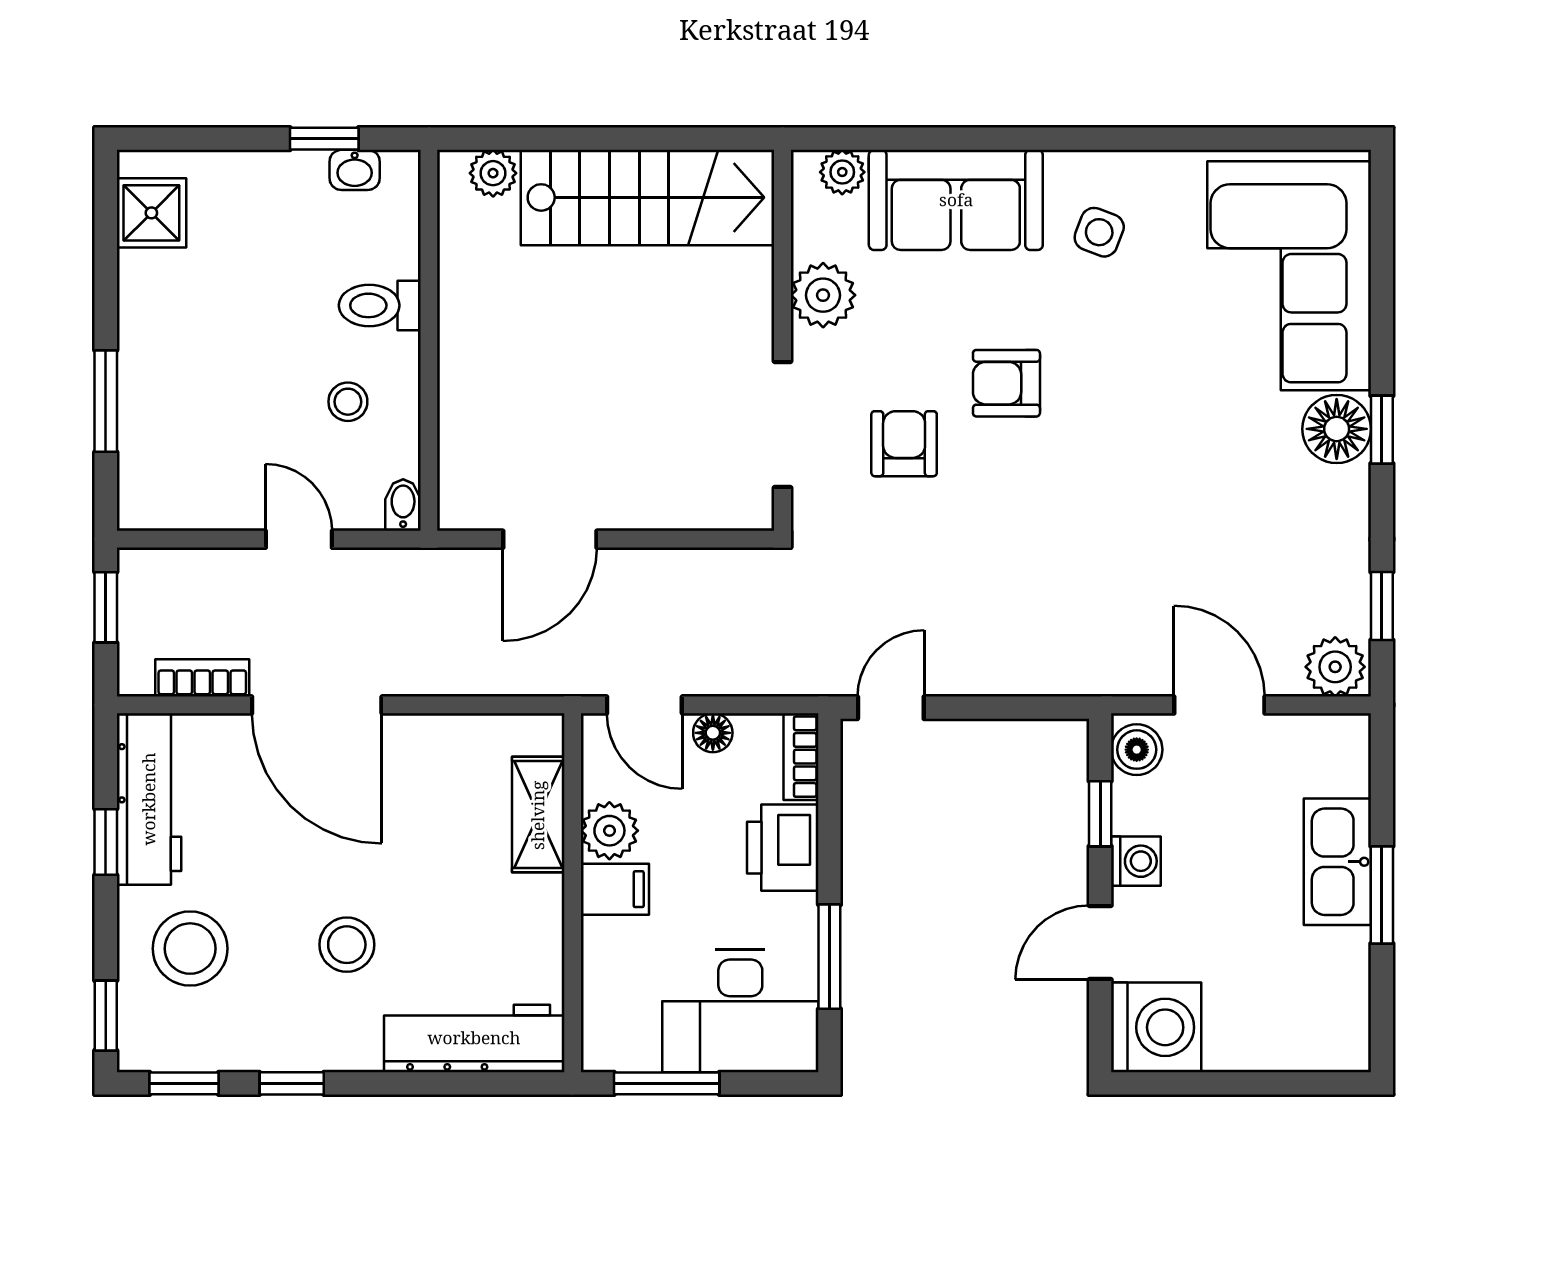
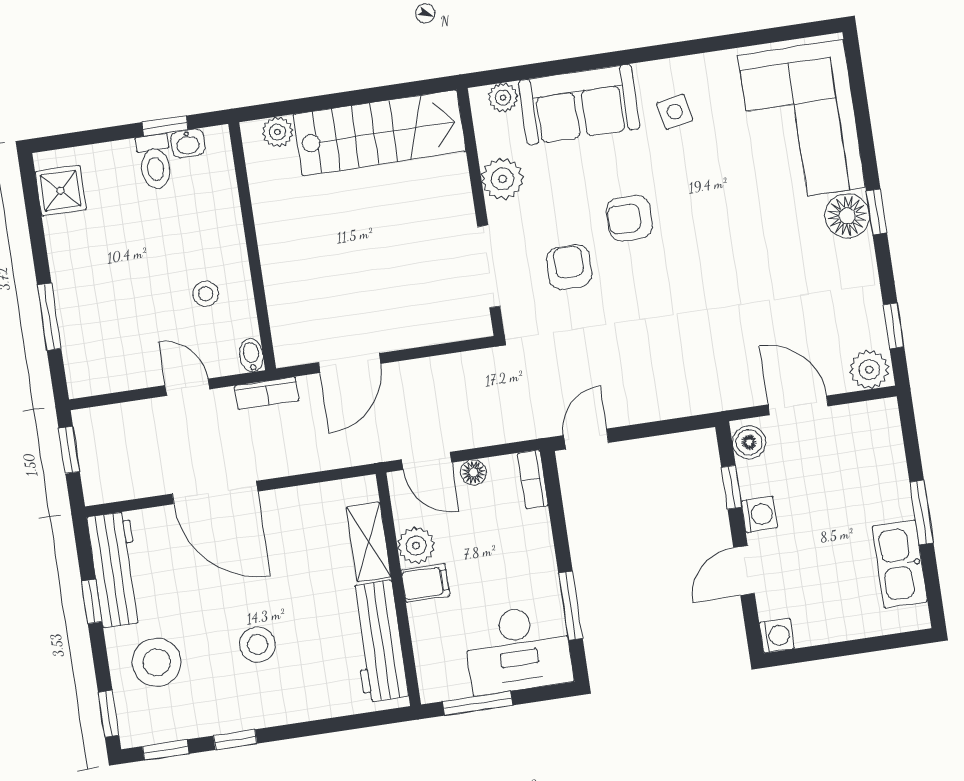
side table: (1099, 232) -> (675, 112), turned -32
toilet: (380, 305) -> (155, 162), moved, turned -90
bookcase: (202, 678) -> (267, 393), moved, turned 180
printer: (783, 848) -> (530, 540), removed
kitchen sink: (1337, 862) -> (900, 564), moved
washing machine: (1156, 1027) -> (777, 636), width x0.53, depth x0.53
workbench: (474, 1038) -> (378, 641), moved, turned -90

